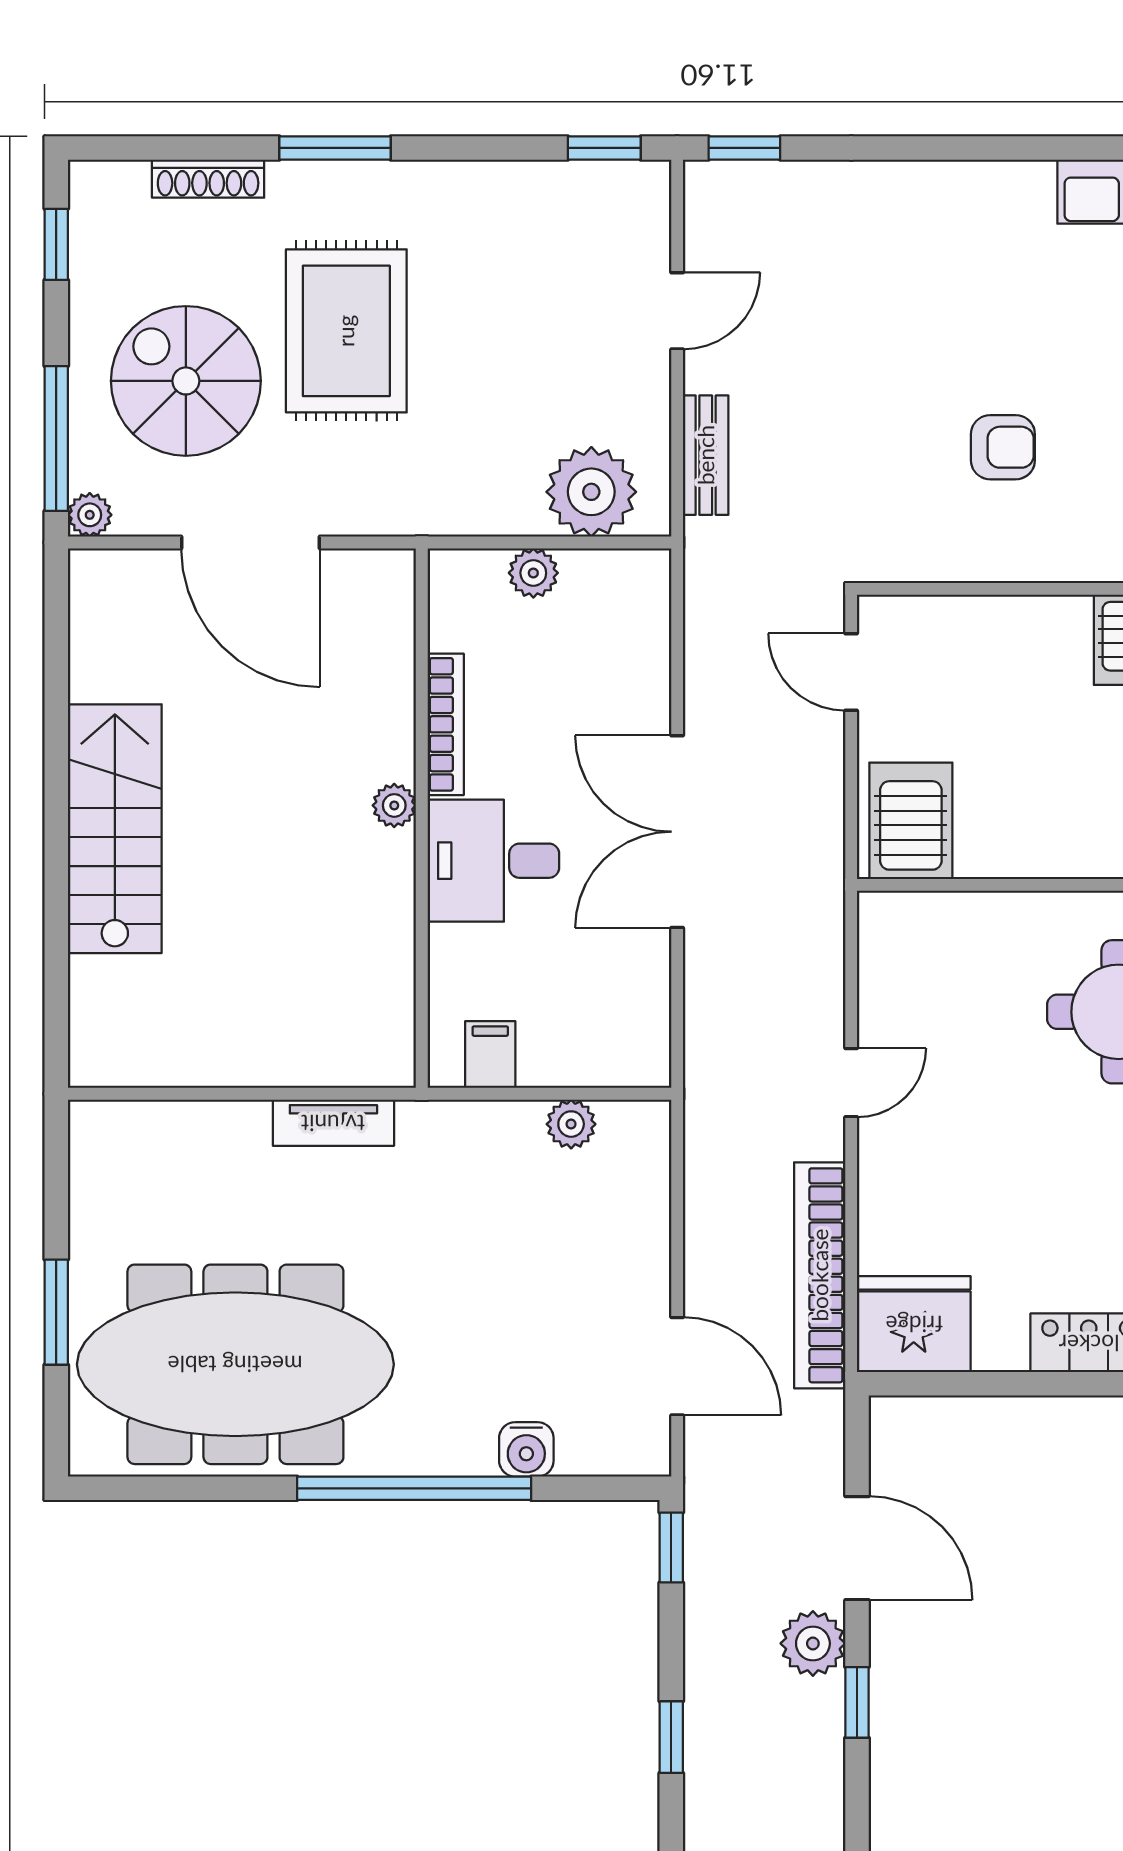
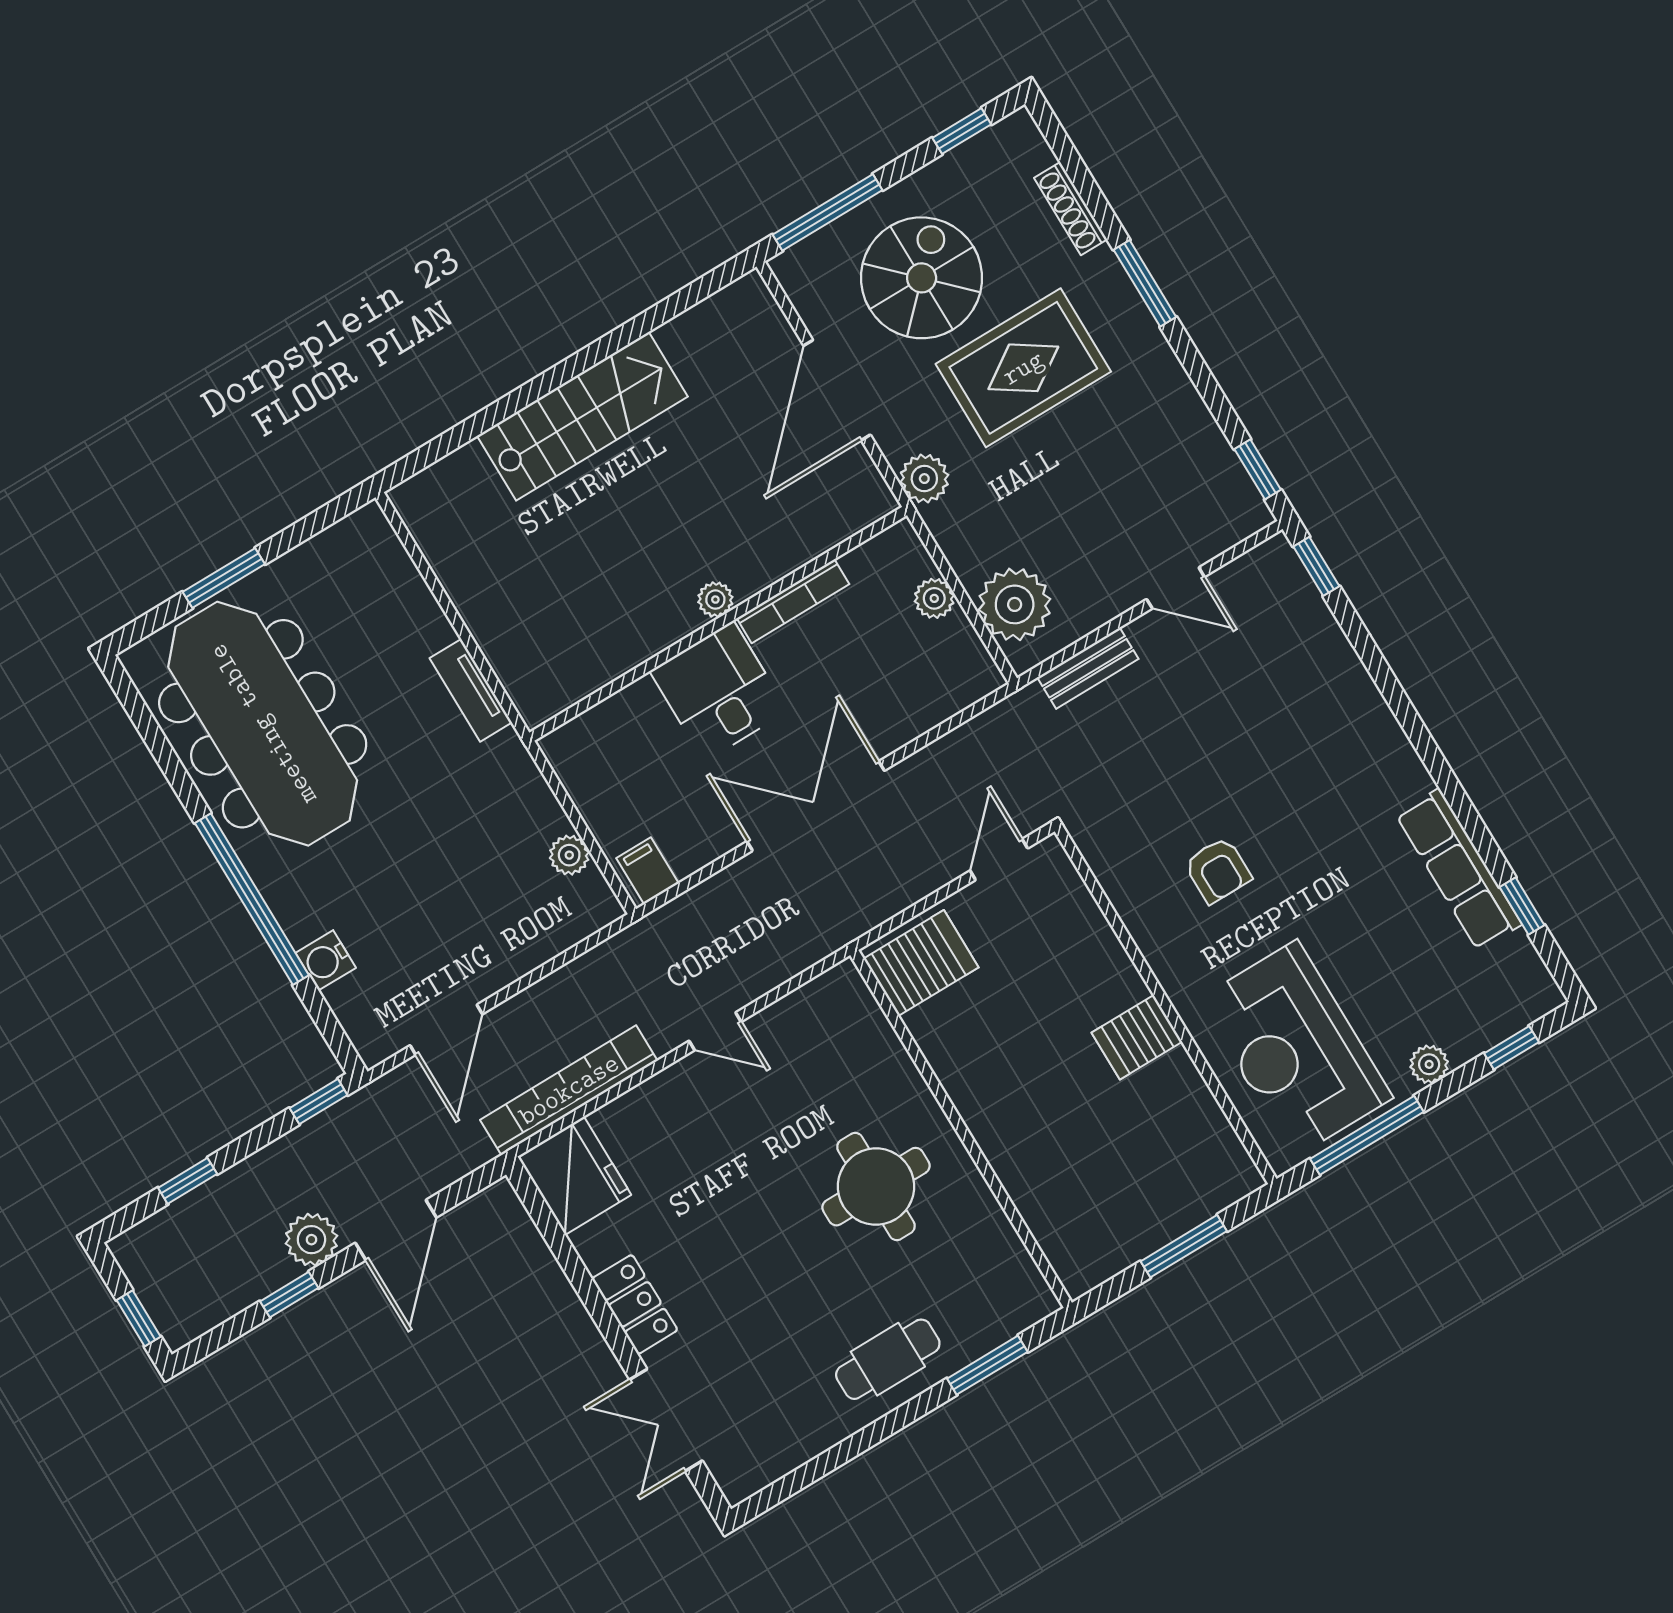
plant: (90, 515) -> (924, 479), moved, width x1.38, depth x1.38
filing cabinet: (490, 1054) -> (647, 871), moved, turned -90

